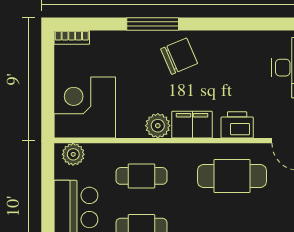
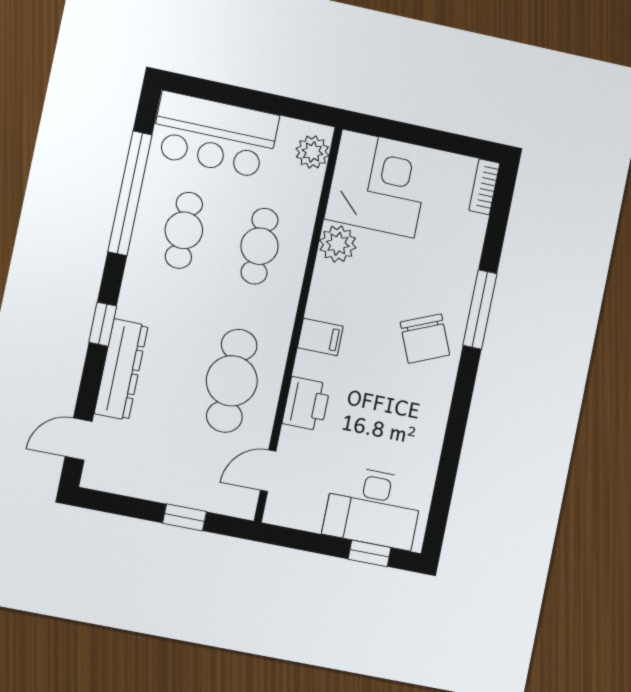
filing cabinet: (192, 125) -> (320, 337), width x0.50
plant: (158, 126) -> (338, 244), moved

